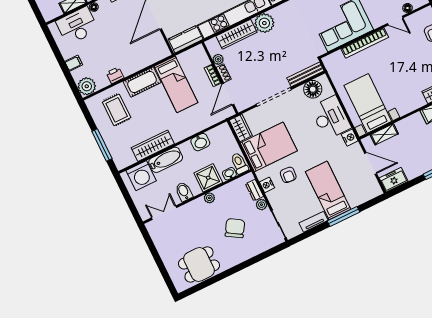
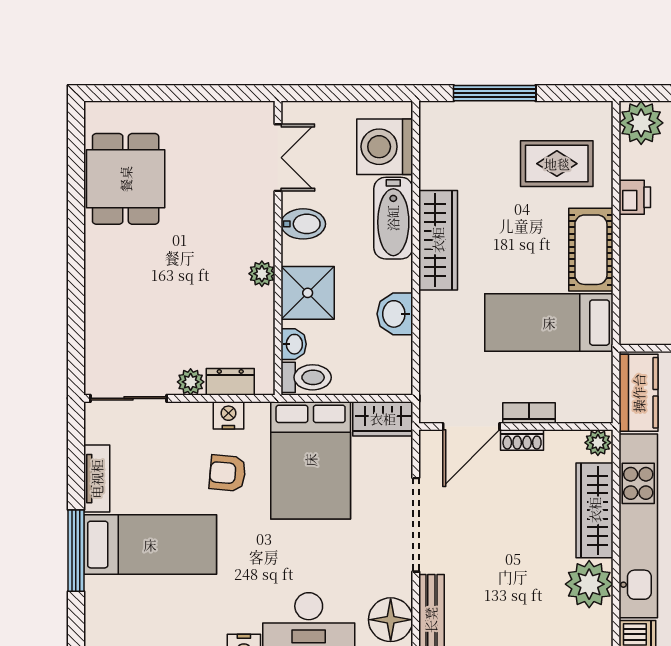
plant: (218, 59) -> (598, 443), moved
door: (228, 94) -> (471, 427), swing flipped
wardrobe: (153, 146) -> (438, 240), moved
chair: (235, 228) -> (167, 298), removed

